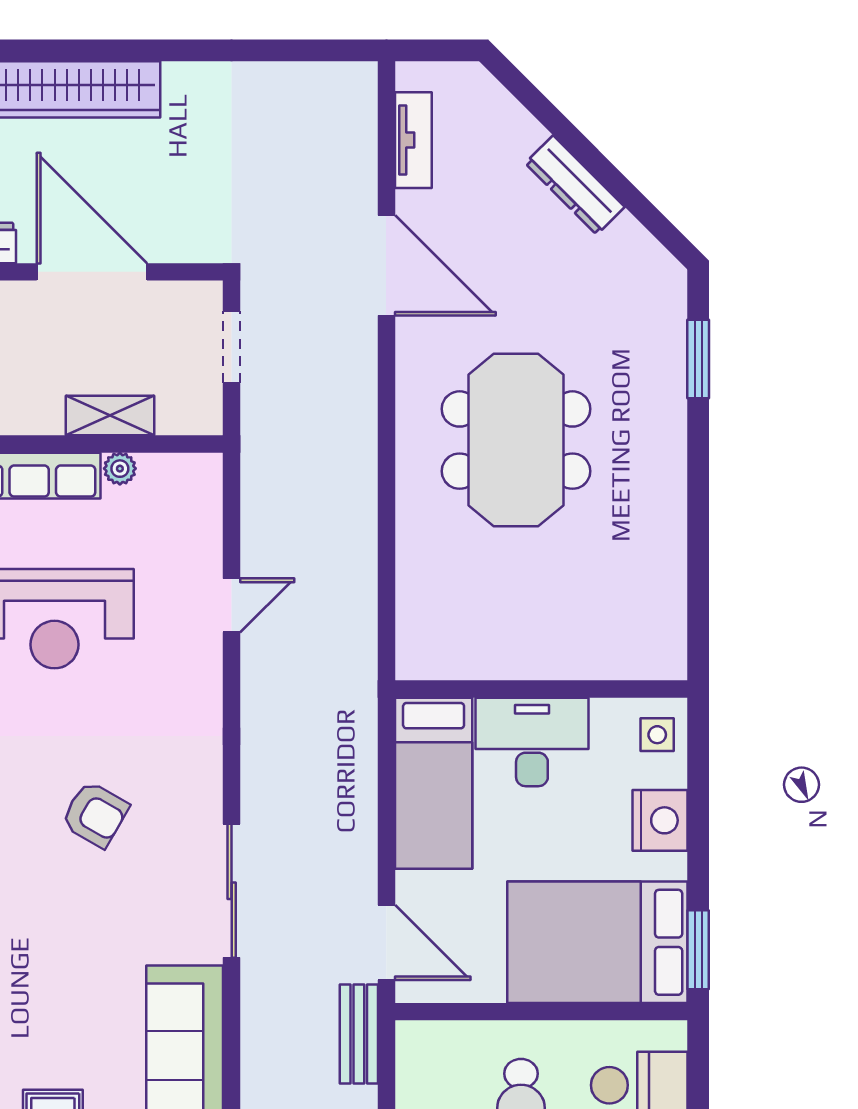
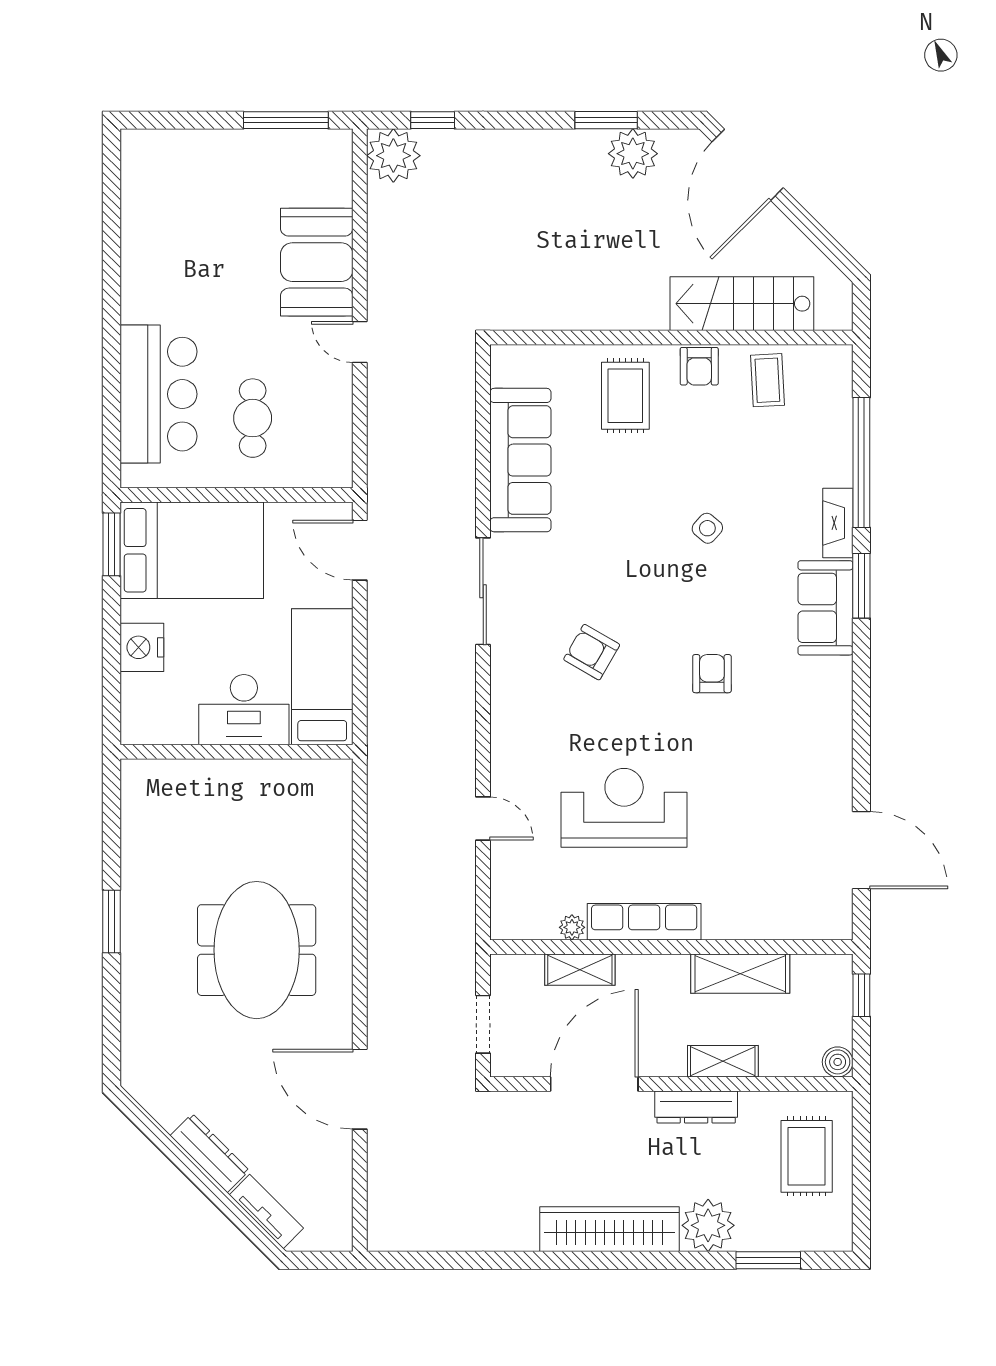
tv unit: (413, 140) -> (266, 1212), moved, turned 135
door: (92, 272) -> (594, 1084), swing flipped
window: (698, 359) -> (112, 922), moved
door: (232, 605) -> (483, 818), swing flipped
side table: (657, 735) -> (144, 715), removed
bench: (359, 1034) -> (382, 477), removed

